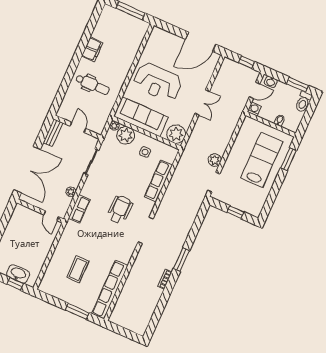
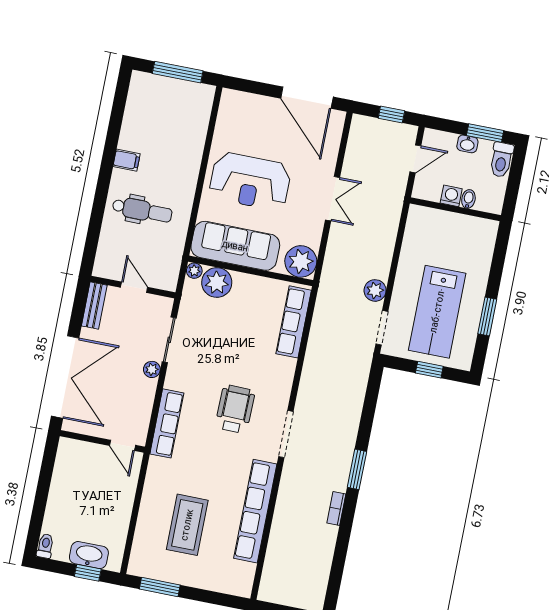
door: (201, 42) -> (307, 98), hinge flipped
filing cabinet: (92, 49) -> (127, 160), width x0.50
washbasin: (271, 82) -> (467, 144), moved
washing machine: (254, 109) -> (451, 196), moved
side table: (145, 152) -> (255, 303), removed
window: (288, 159) -> (487, 316), moved
lab bench: (262, 160) -> (437, 312), moved, turned 180
row of seats: (158, 181) -> (294, 322), moved
plant: (71, 192) -> (152, 369), moved
row of seats: (79, 209) -> (167, 423), width x1.48
coffee table: (78, 269) -> (187, 525), width x1.36, depth x1.32
row of seats: (110, 290) -> (255, 511), moved
window: (77, 311) -> (160, 587), moved

